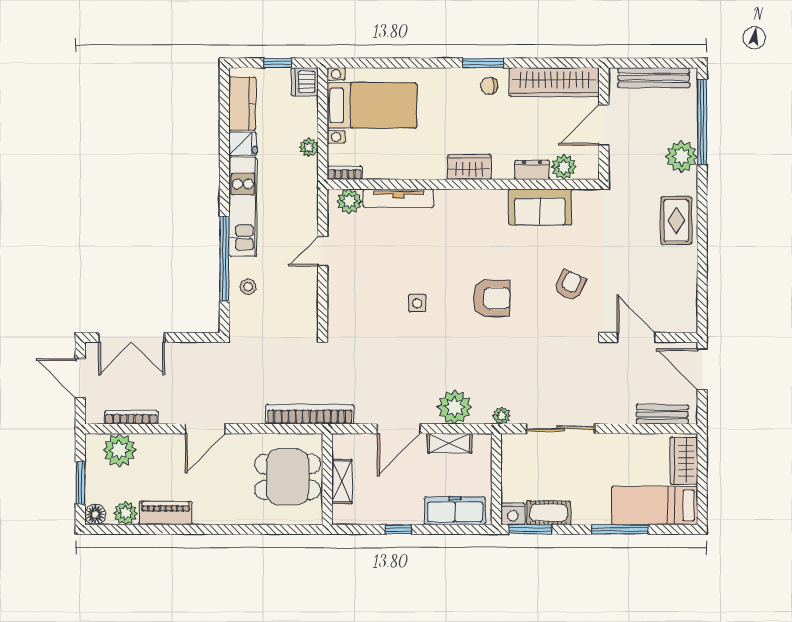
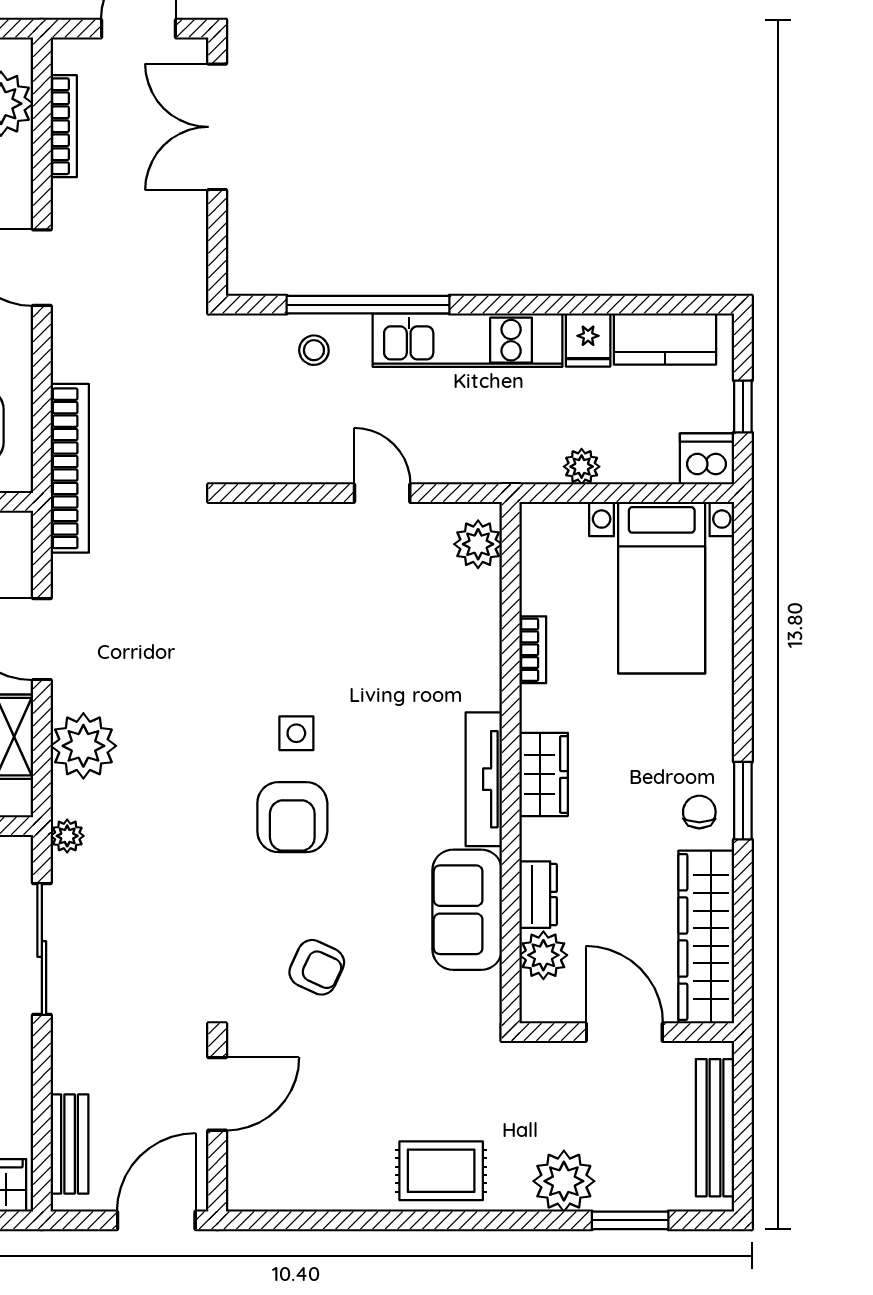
window: (702, 122) -> (630, 1220), width x0.47
bookcase: (345, 173) -> (533, 650), moved
tv unit: (398, 198) -> (484, 779), moved
side table: (417, 303) -> (296, 733), moved

